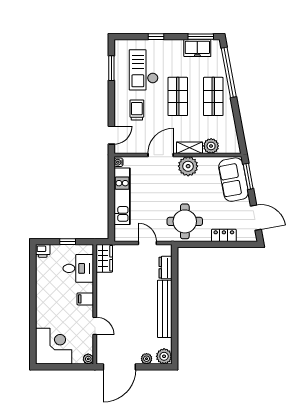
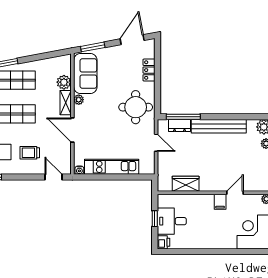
plant: (188, 166) -> (79, 100), width x0.53, depth x0.53
sofa: (233, 180) -> (85, 73), moved, turned -79
door: (147, 243) -> (156, 143), swing flipped
wardrobe: (104, 258) -> (186, 184), moved
desk: (78, 268) -> (172, 221), moved, turned -90
window: (175, 272) -> (183, 117), added
filing cabinet: (85, 299) -> (220, 202), moved

